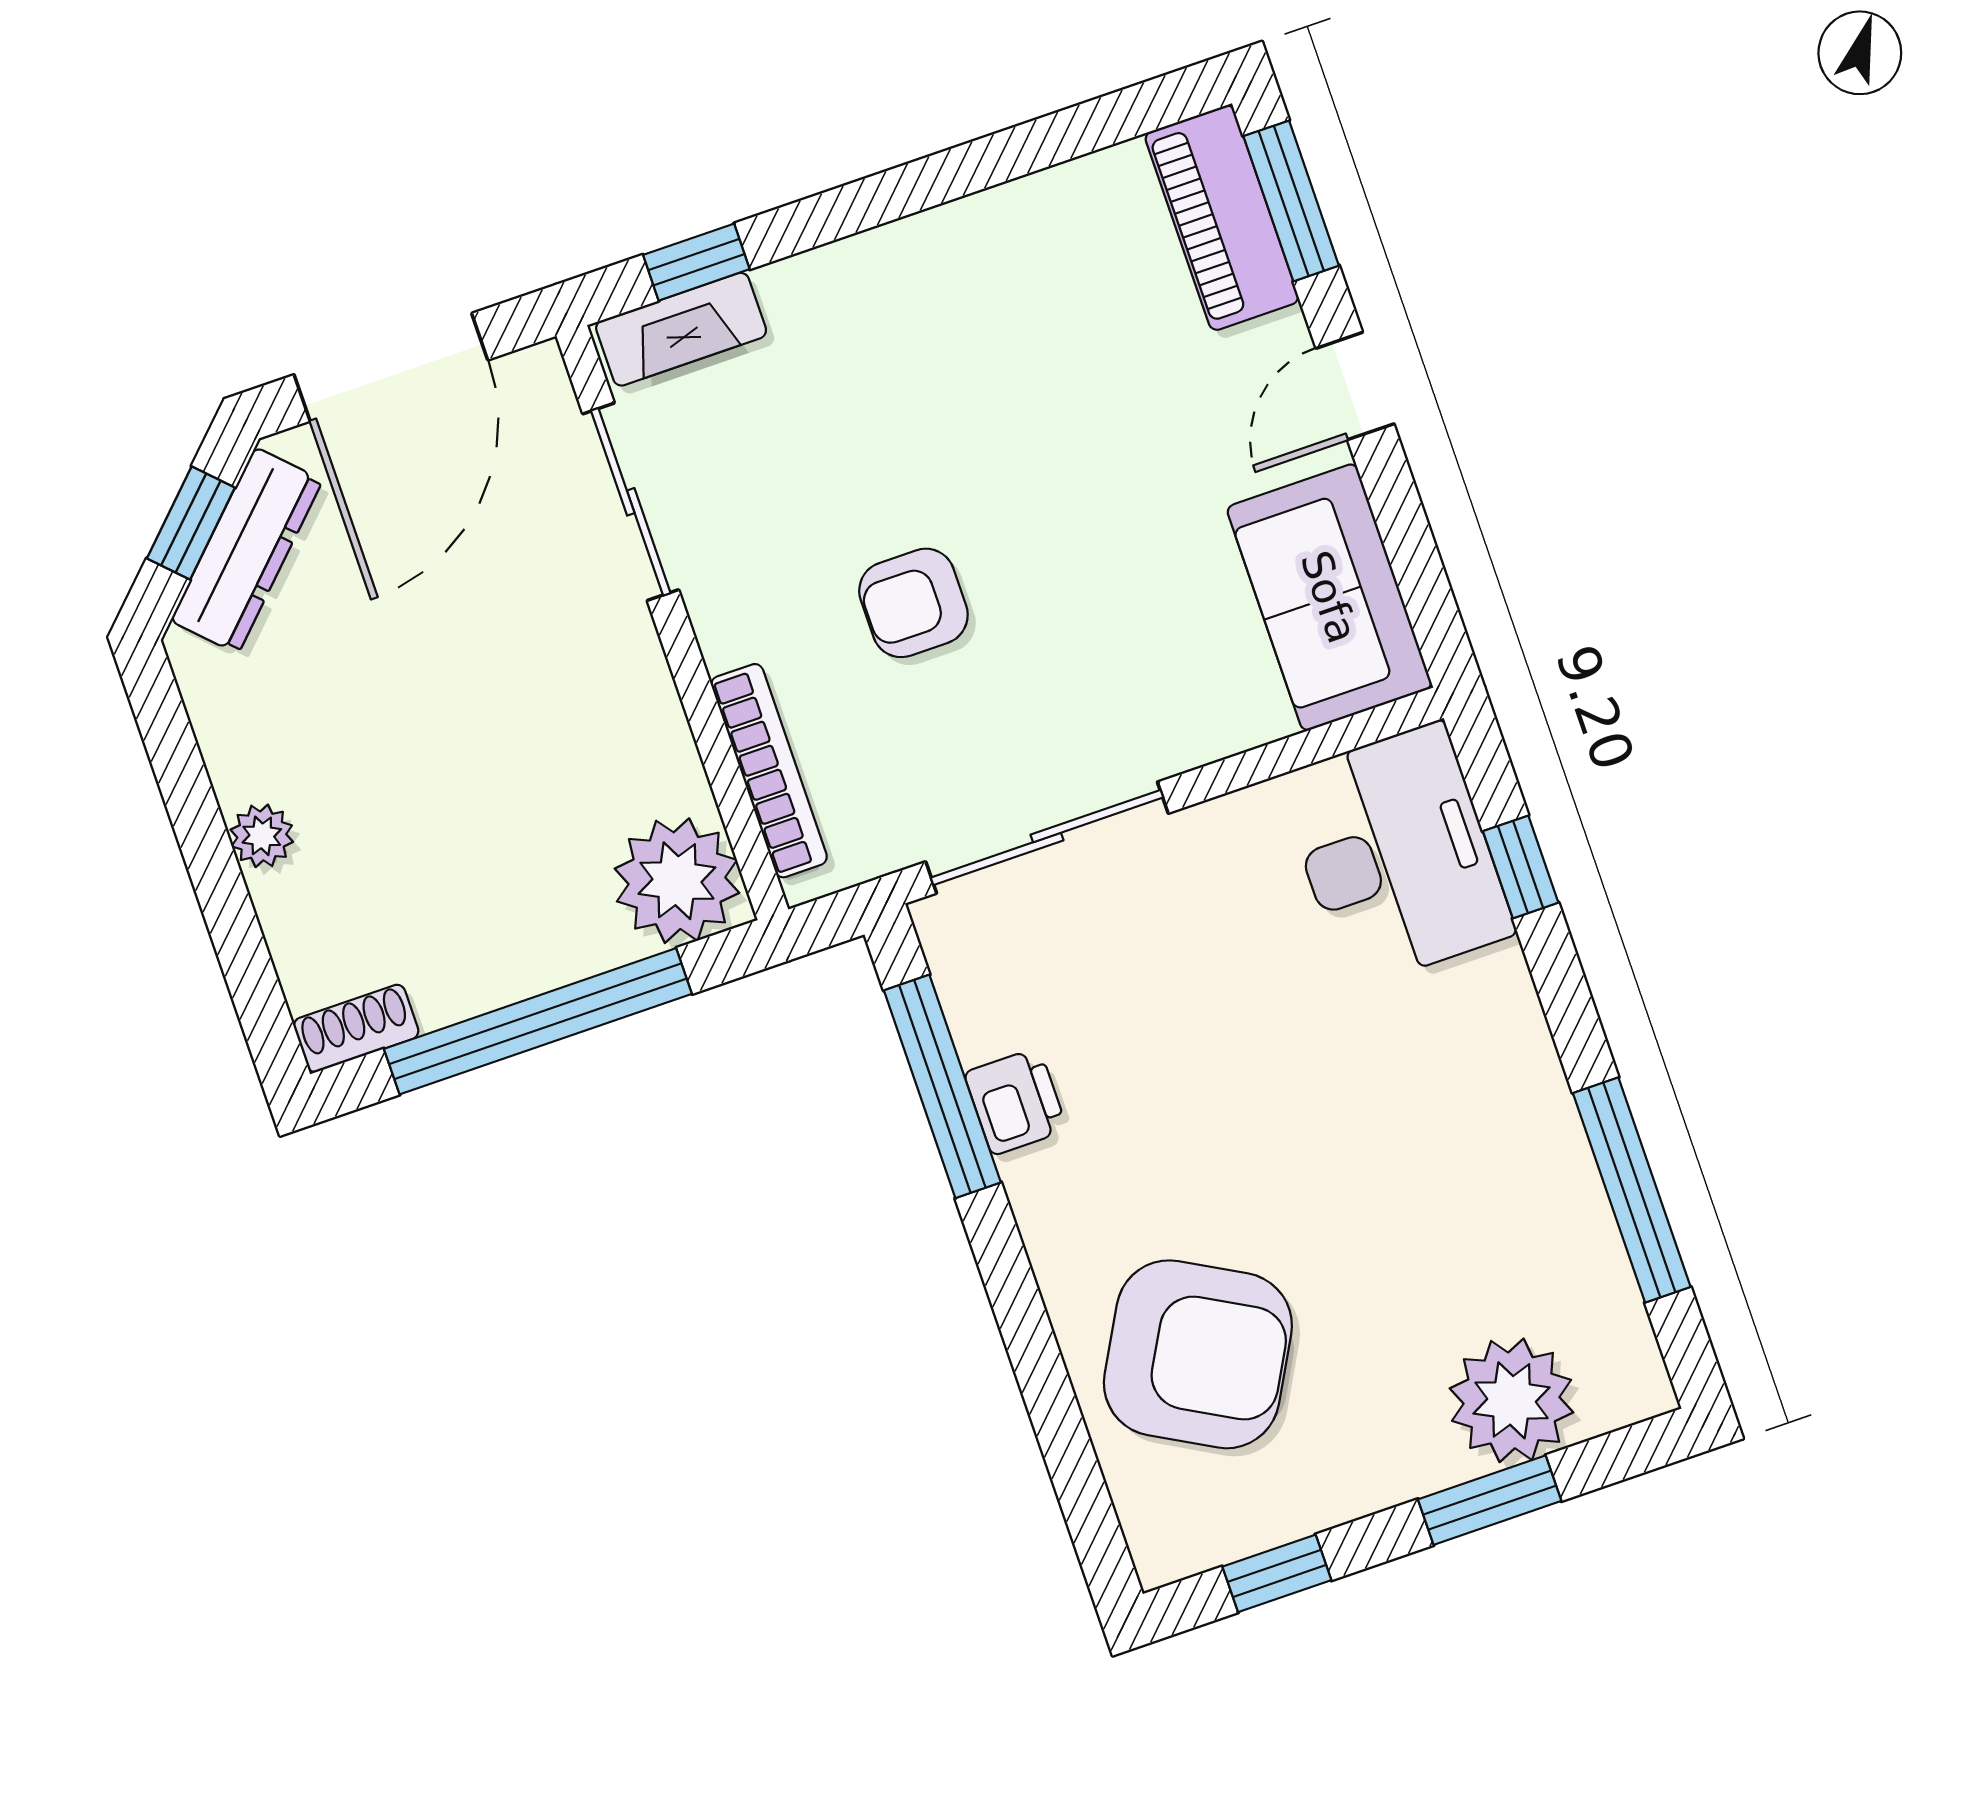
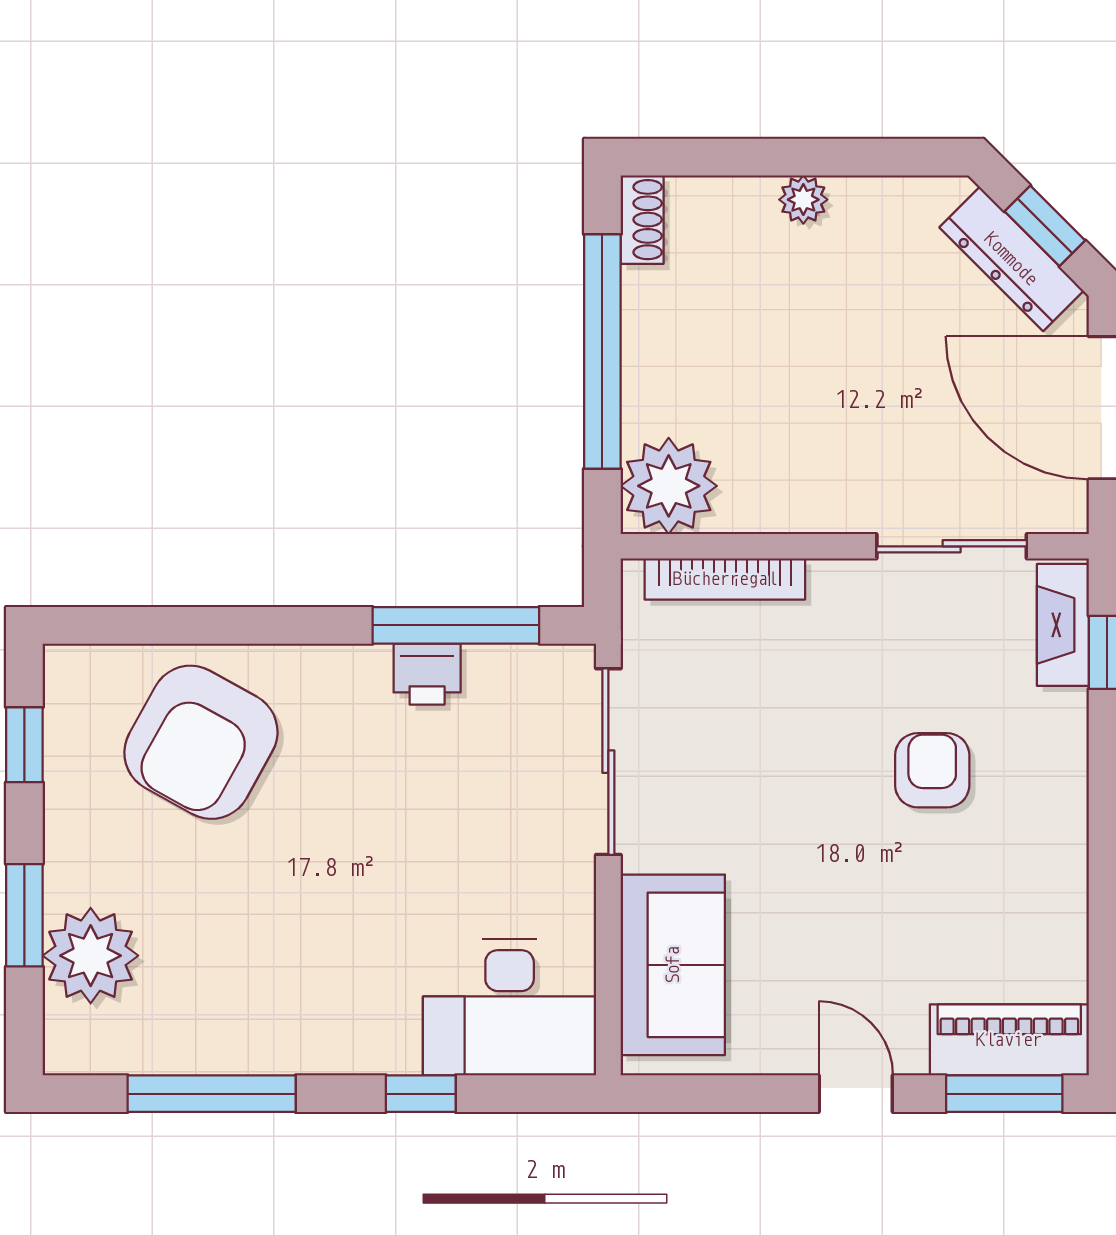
sofa: (1329, 597) -> (673, 965), moved, turned 90
armchair: (913, 603) -> (932, 770), moved
window: (1521, 867) -> (421, 1094), moved

